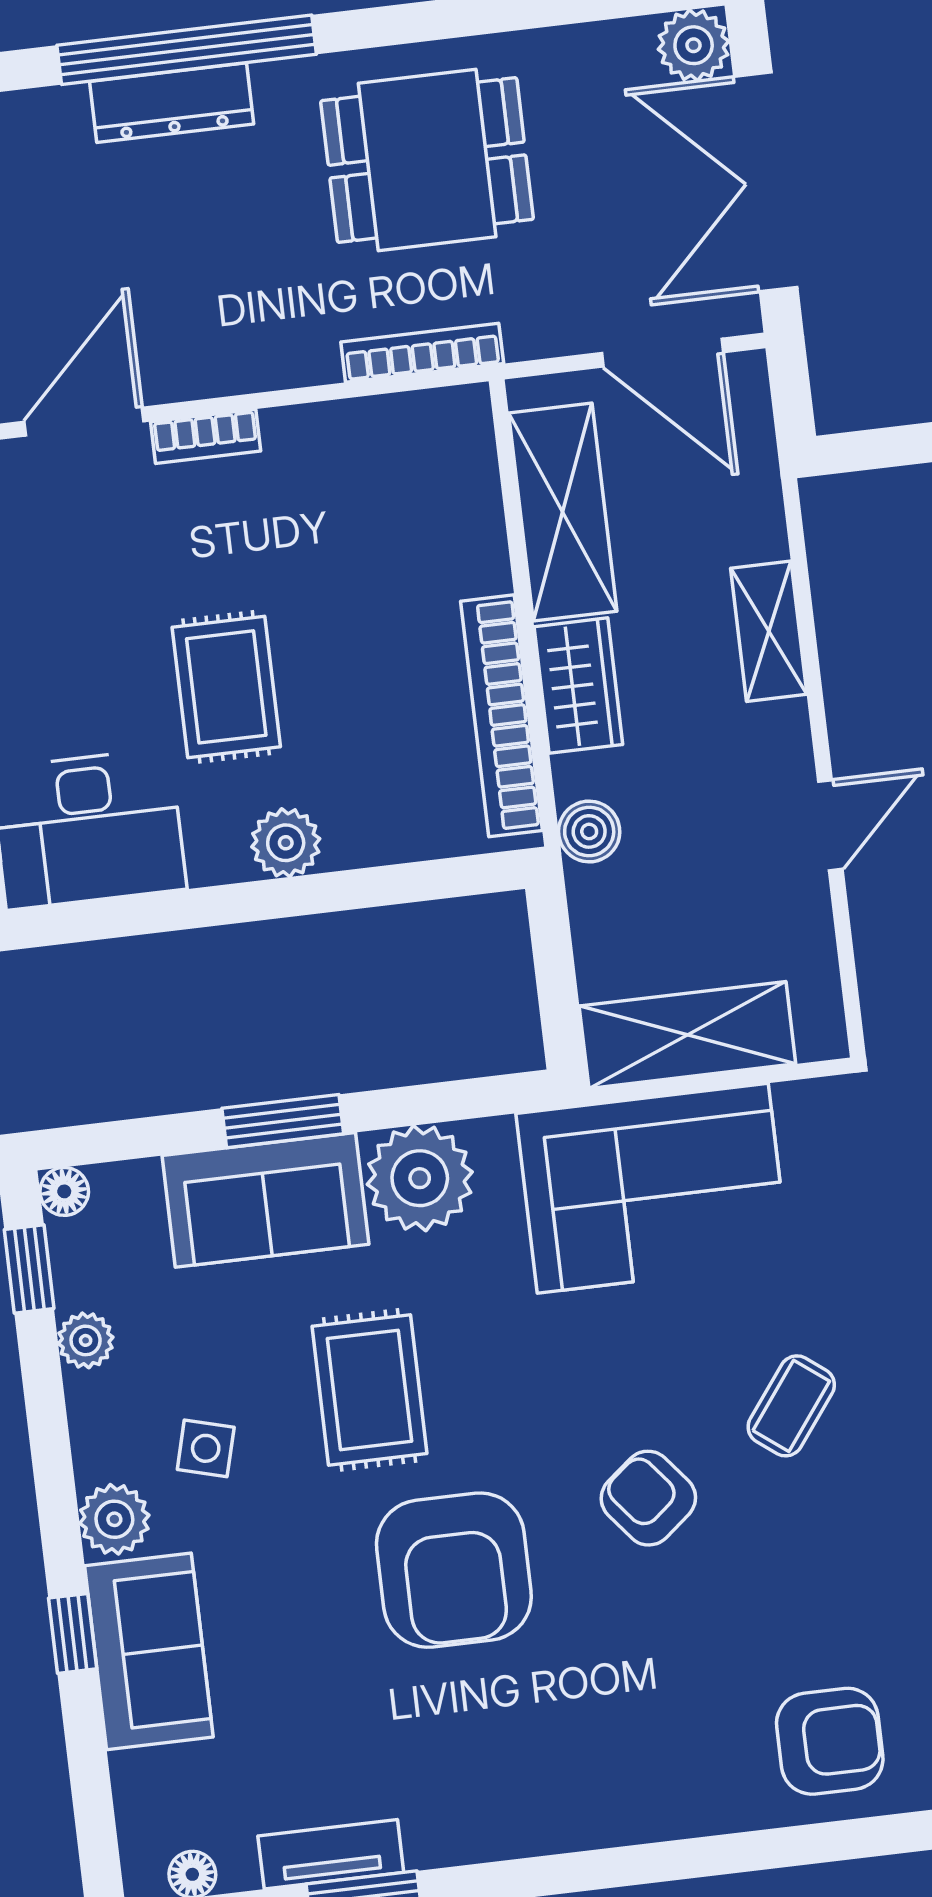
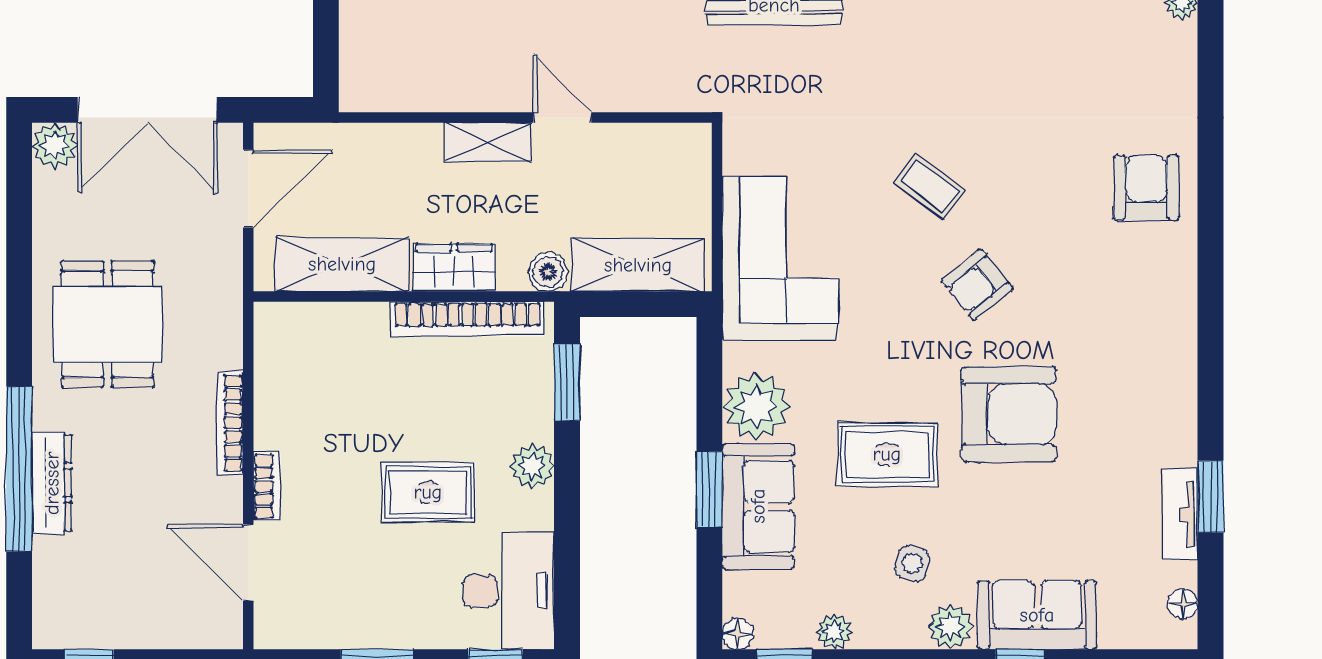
bookcase: (422, 353) -> (230, 423), moved
shelving: (769, 631) -> (488, 142), moved
window: (422, 881) -> (567, 382), added
shelving: (687, 1035) -> (638, 265), moved, turned 90

